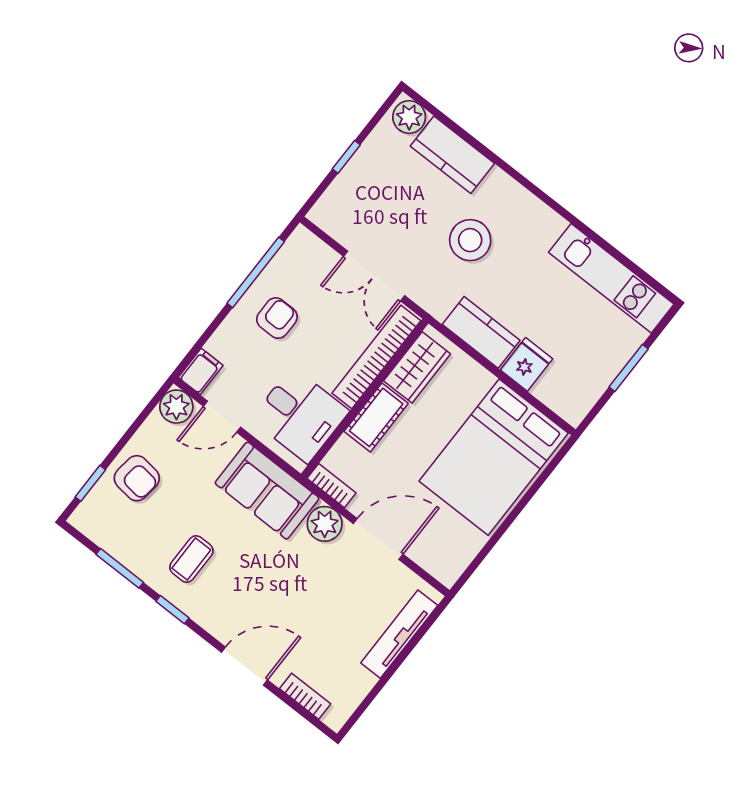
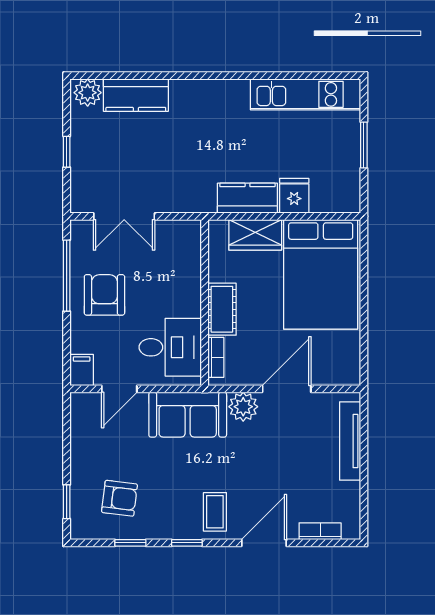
stool: (470, 240) -> (192, 143), removed
double door: (374, 276) -> (124, 216), moved
armchair: (277, 318) -> (104, 295), width x1.38, depth x1.38
bookcase: (376, 357) -> (191, 269), removed
wardrobe: (417, 367) -> (255, 235), moved, turned 90
plant: (176, 407) -> (84, 406), removed
armchair: (137, 478) -> (119, 498), moved
bookcase: (332, 486) -> (216, 357), moved, turned 90
coffee table: (191, 559) -> (215, 512), moved
window: (120, 568) -> (130, 543), width x0.67

